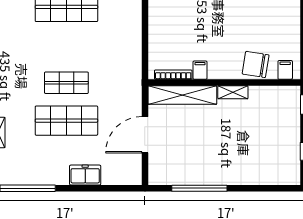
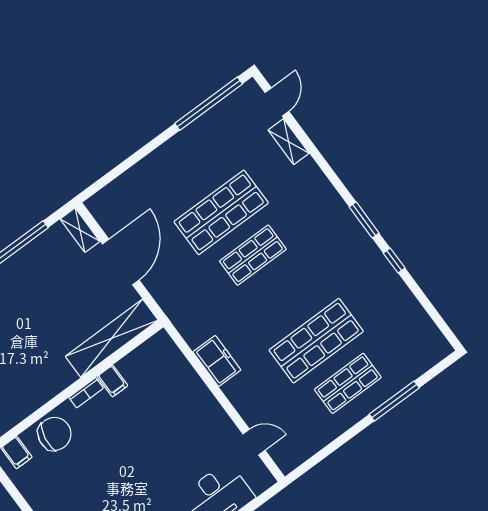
bookcase: (173, 75) -> (86, 393), moved, width x0.64
shelving: (233, 92) -> (80, 230), moved, turned 90
freezer: (85, 175) -> (217, 361), moved, turned -90

